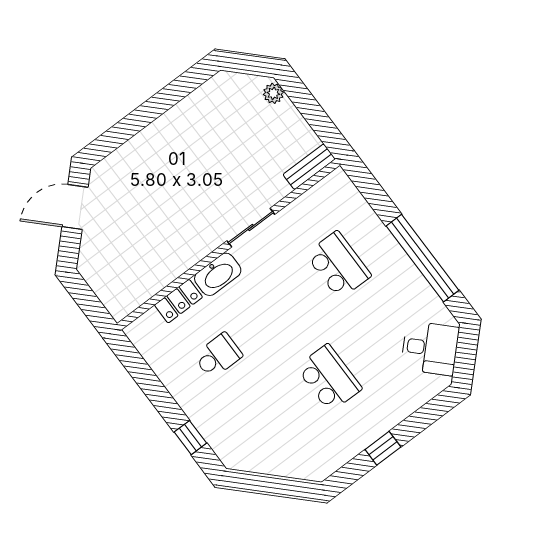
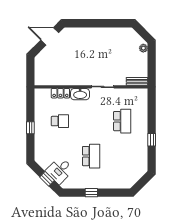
window: (422, 258) -> (152, 140), width x0.32
desk: (430, 348) -> (60, 170), moved, turned 90
window: (190, 438) -> (30, 128), moved
window: (277, 486) -> (47, 179), added

